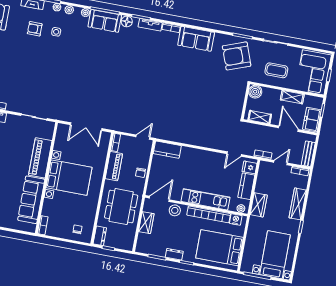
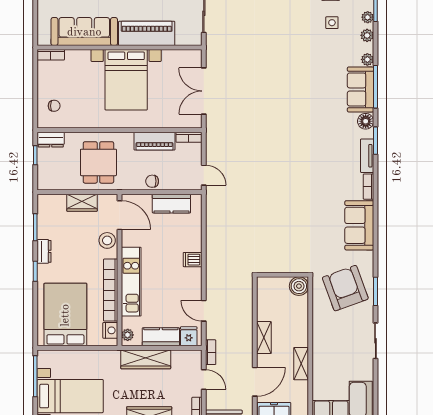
coffee table: (276, 70) -> (335, 349), removed
boiler: (255, 92) -> (299, 286), moved
shelving: (292, 97) -> (301, 364), moved
wall: (245, 101) -> (282, 275), moved
kitchen counter: (167, 150) -> (171, 204), moved, turned -90
dishwasher: (198, 155) -> (193, 260), added
wardrobe: (259, 205) -> (146, 359), width x1.50
dining table: (121, 207) -> (98, 162), width x0.73

